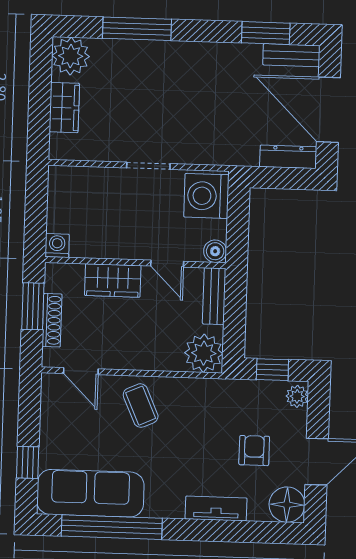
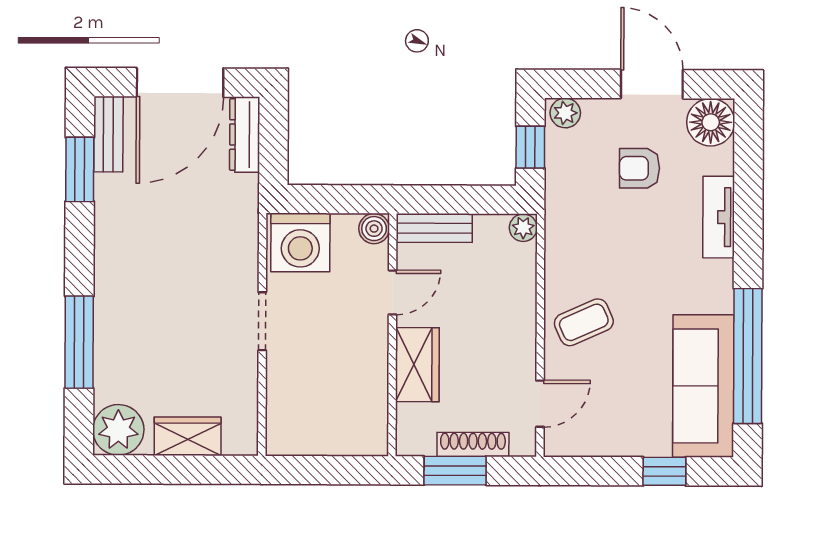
washing machine: (57, 246) -> (373, 440), removed
plant: (204, 353) -> (523, 228), width x0.53, depth x0.53

